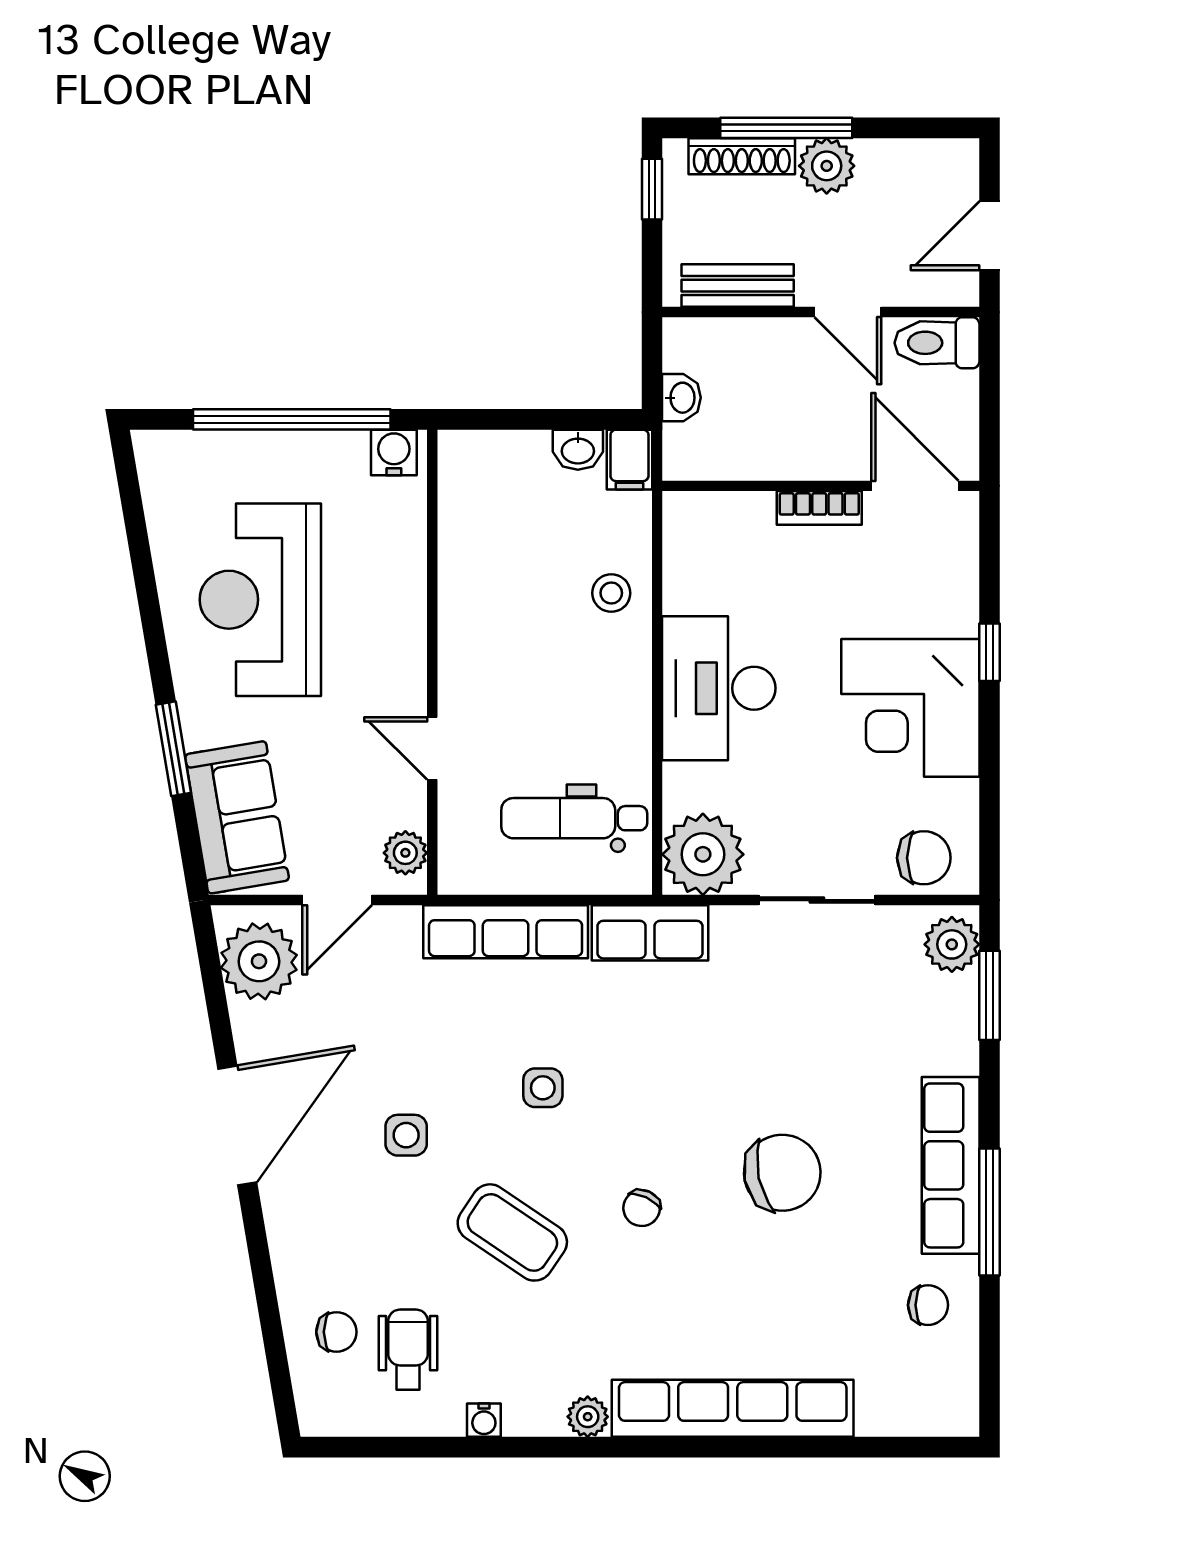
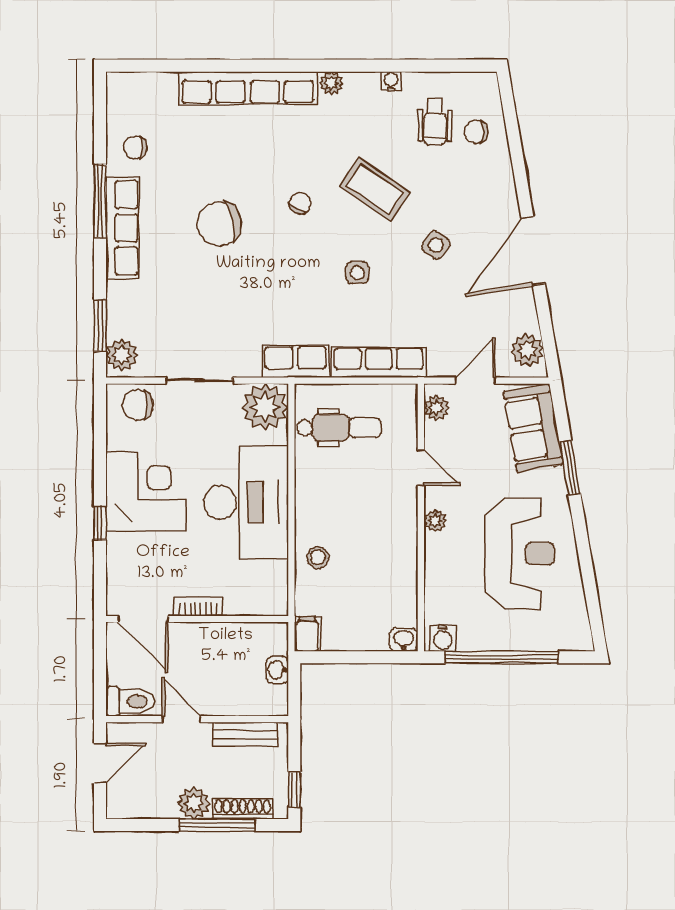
washbasin: (578, 450) -> (404, 640), moved
plant: (408, 657) -> (435, 521), added
desk: (719, 688) -> (246, 503), width x1.36, depth x1.30
plant: (259, 961) -> (527, 350), width x0.73, depth x0.73
side table: (406, 1135) -> (436, 245), turned 36

